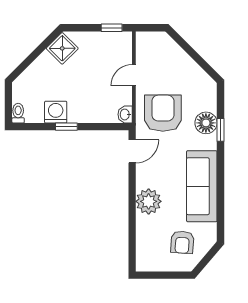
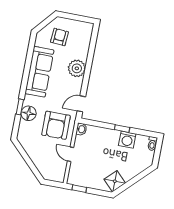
door: (134, 75) -> (70, 154), swing flipped

